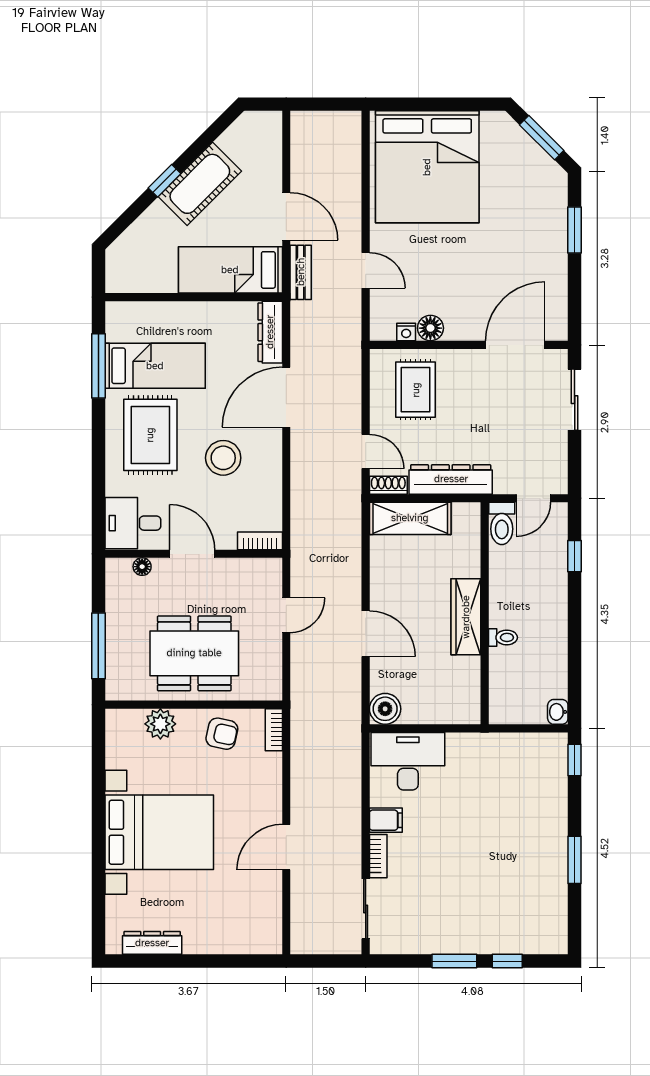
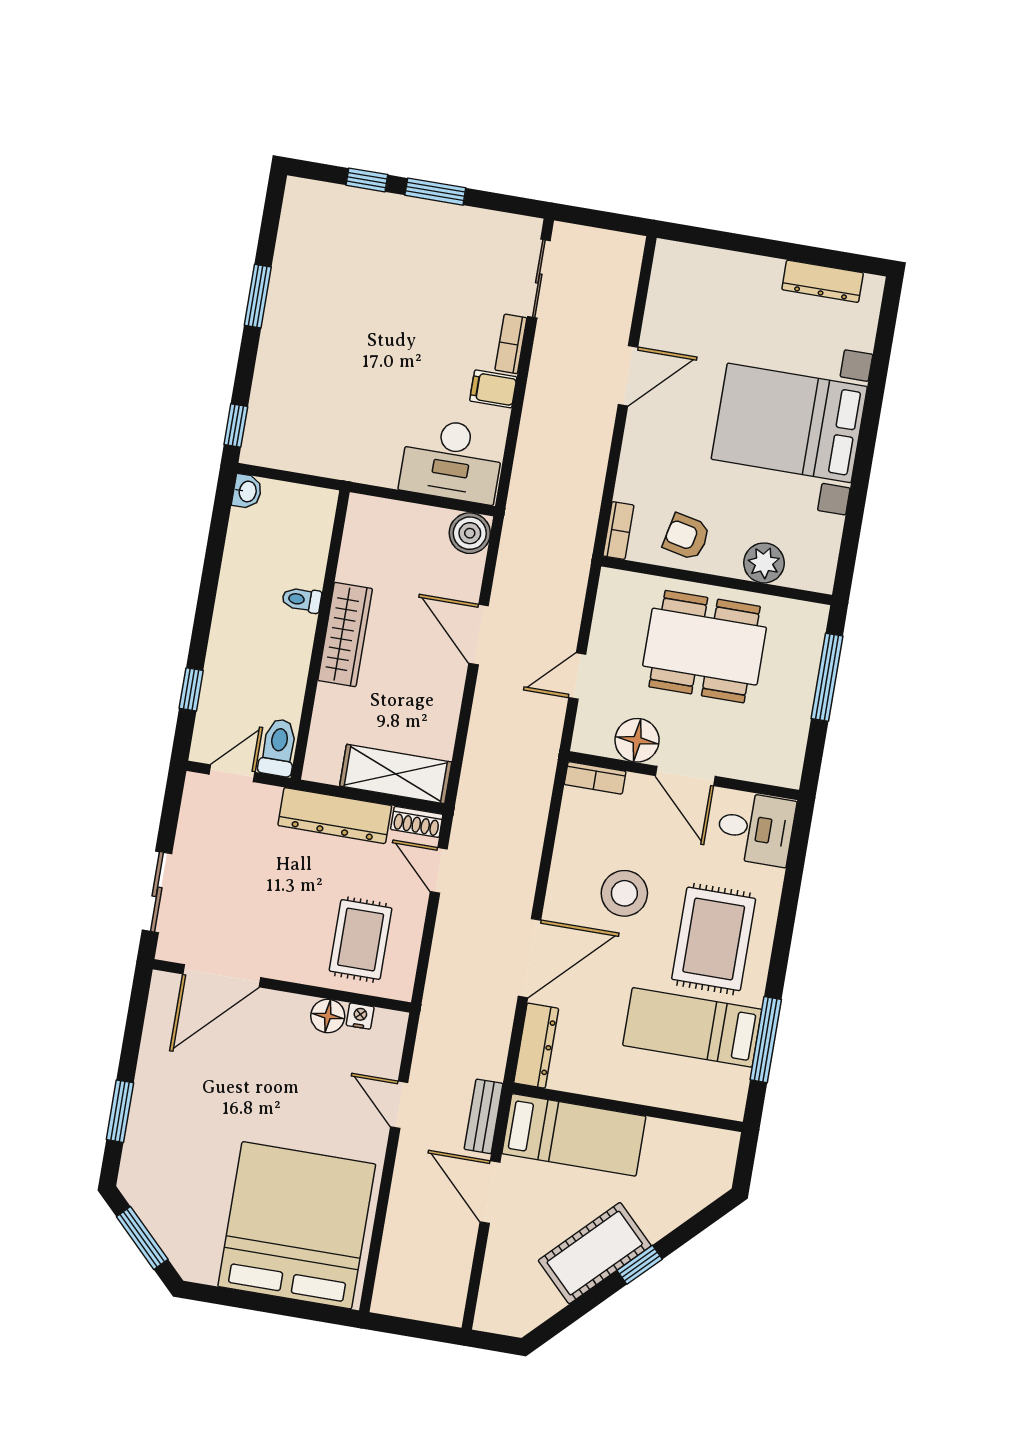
floor lamp: (142, 567) -> (637, 740), moved, width x1.89, depth x1.89

